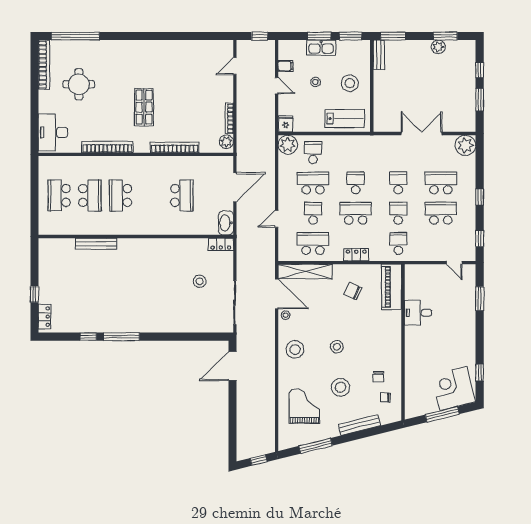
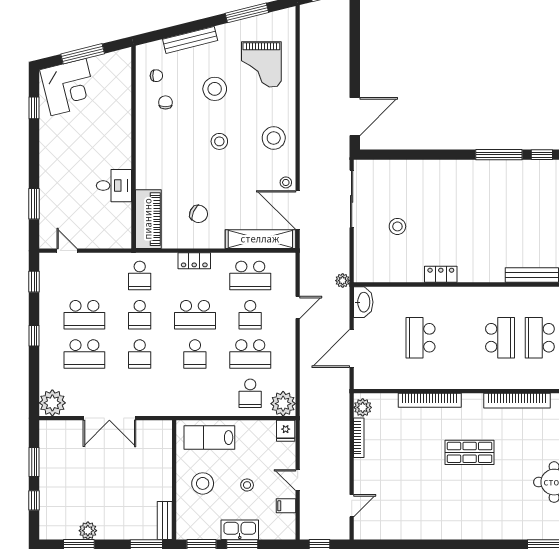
shop shelf: (144, 107) -> (470, 452), turned 90
plant: (242, 240) -> (343, 281), added
locker: (221, 244) -> (441, 274), moved

